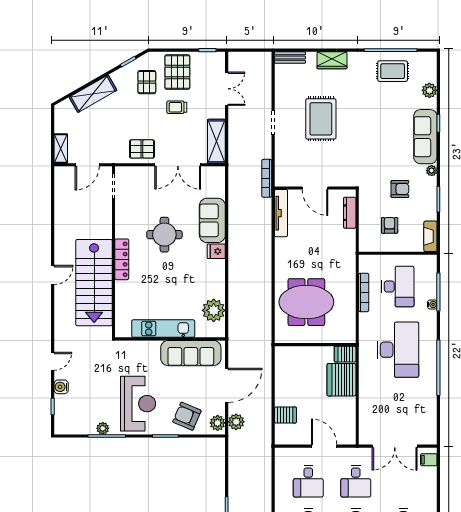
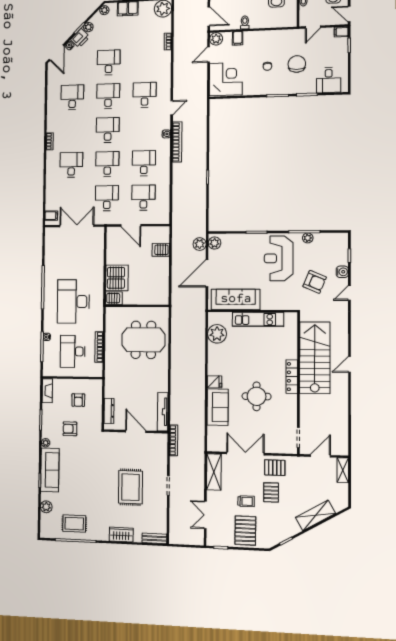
pallet: (147, 82) -> (271, 492), moved
armchair: (187, 416) -> (315, 282), moved

